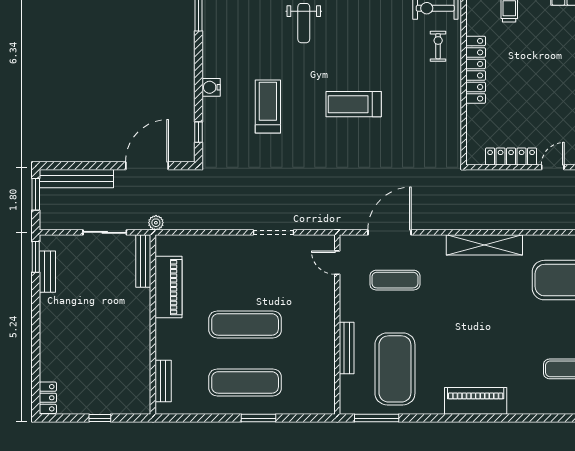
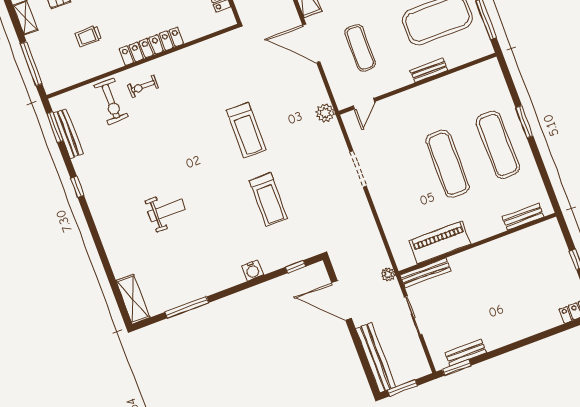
treadmill: (354, 104) -> (246, 130), moved
treadmill: (268, 107) -> (268, 199), moved, turned -90
plant: (343, 220) -> (325, 113), added
door: (390, 232) -> (311, 43), moved
bench: (347, 348) -> (429, 70), width x0.73

